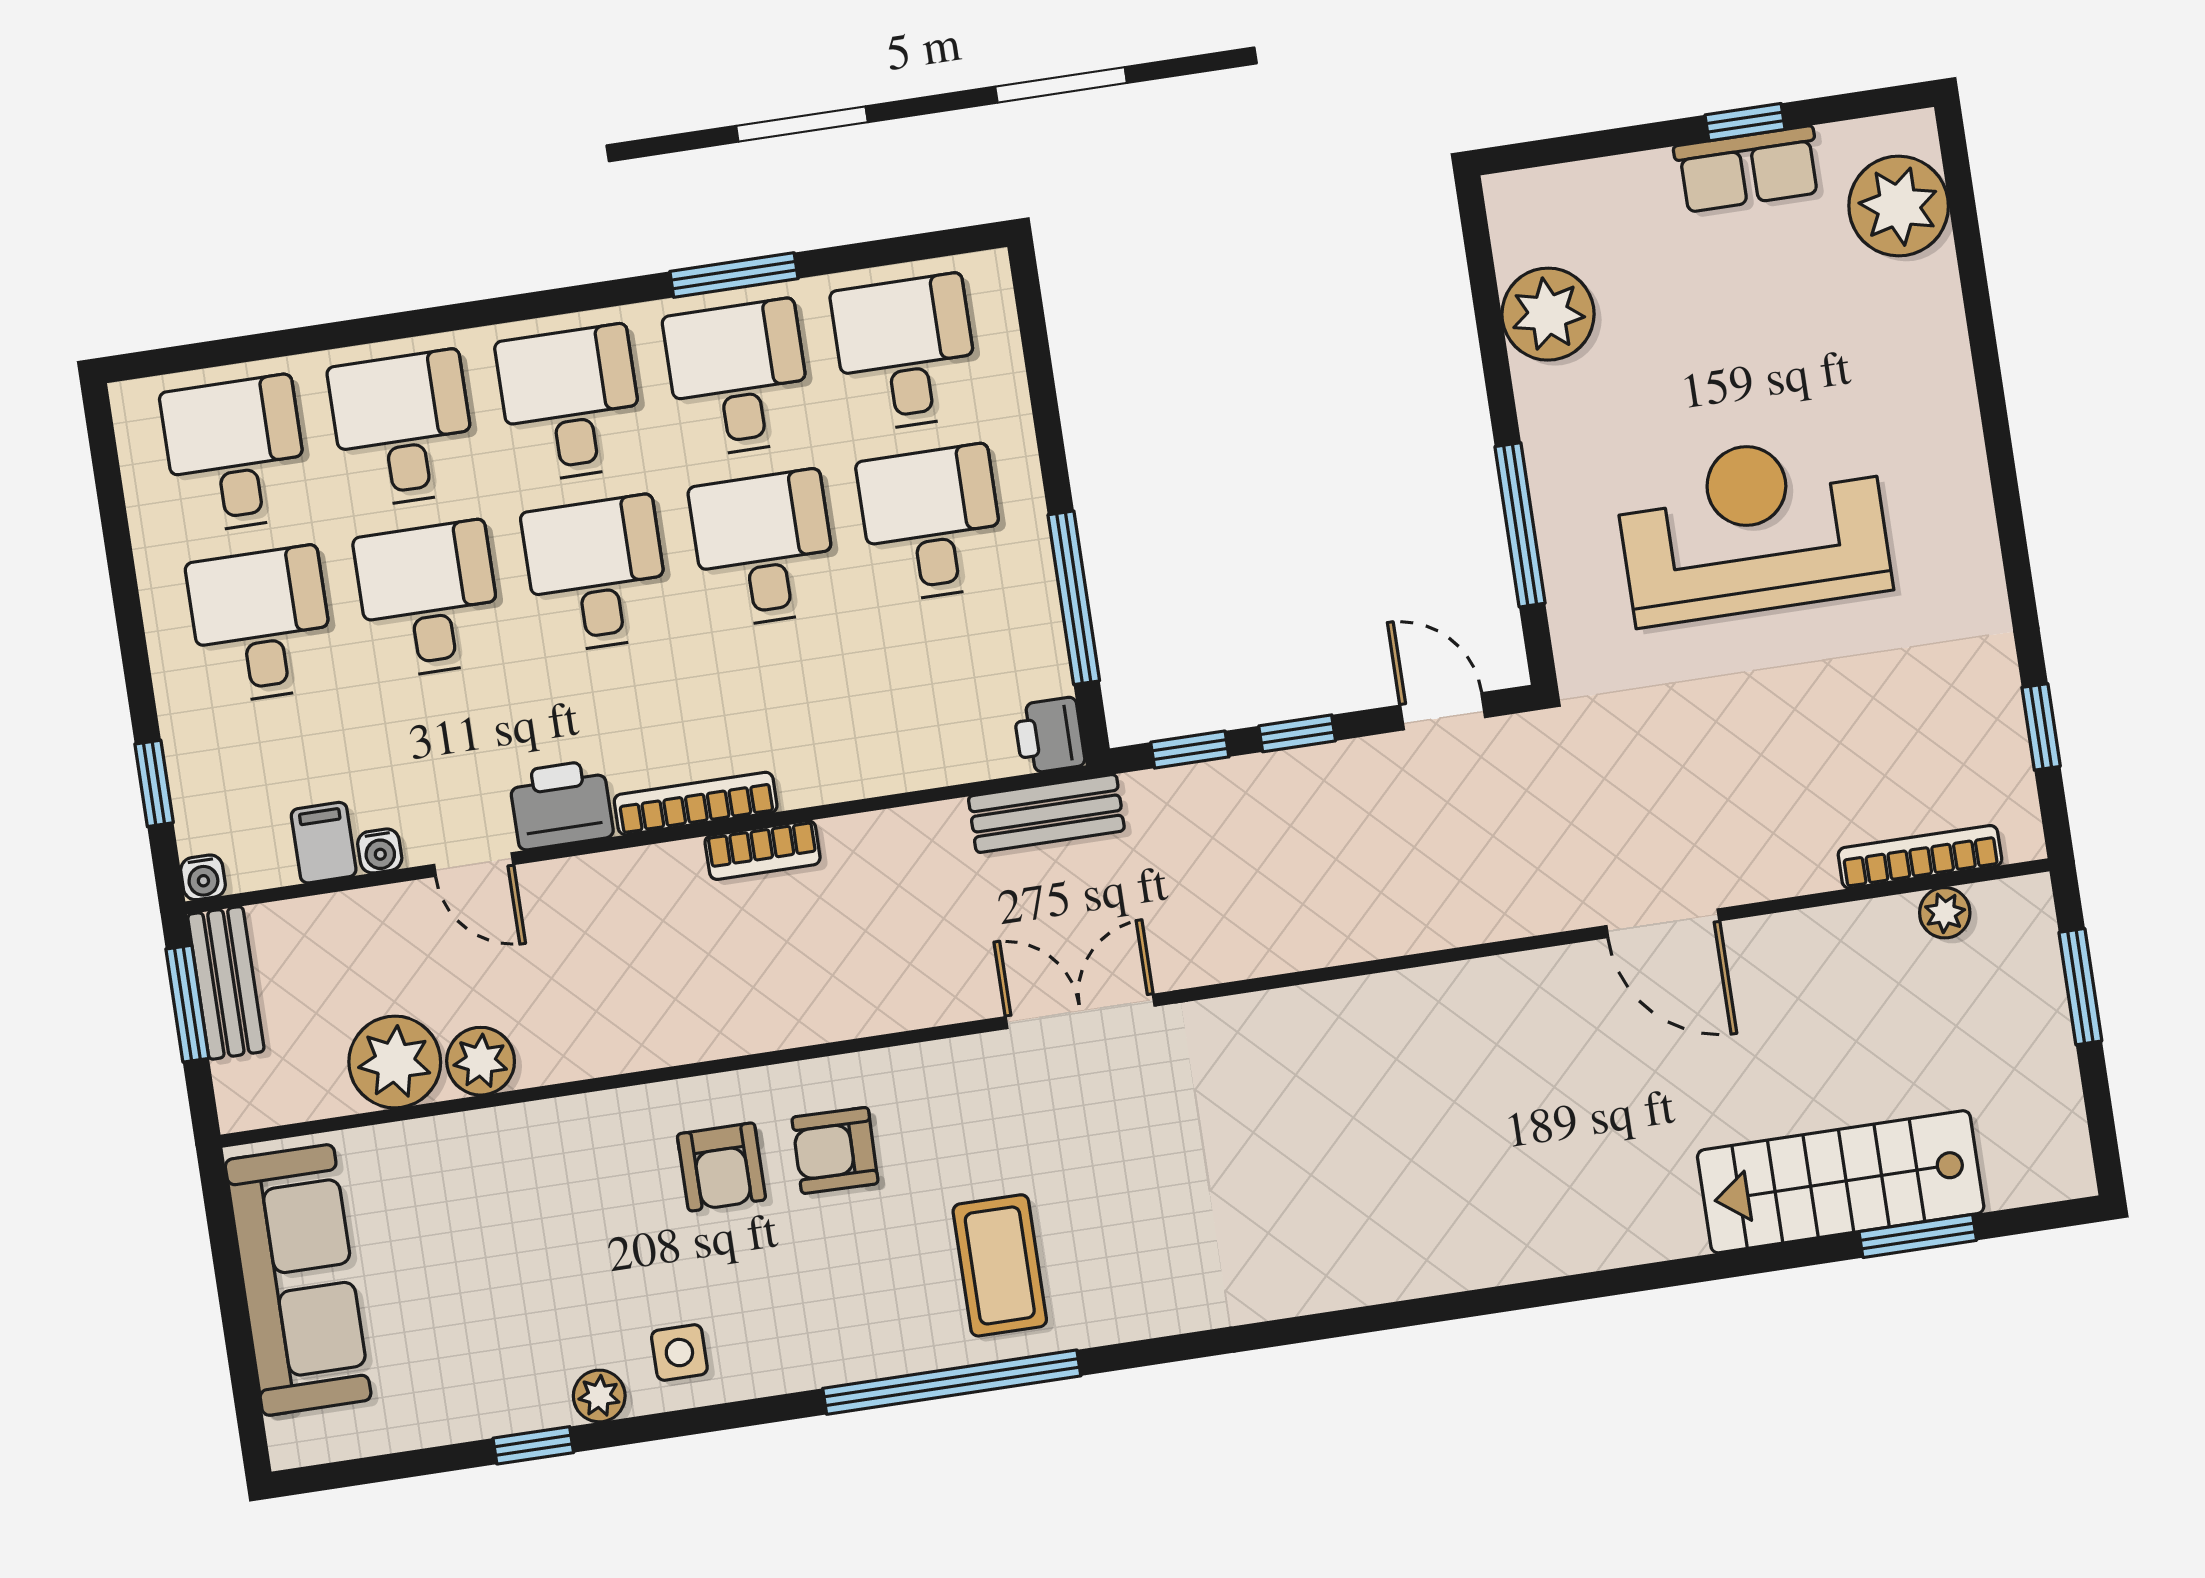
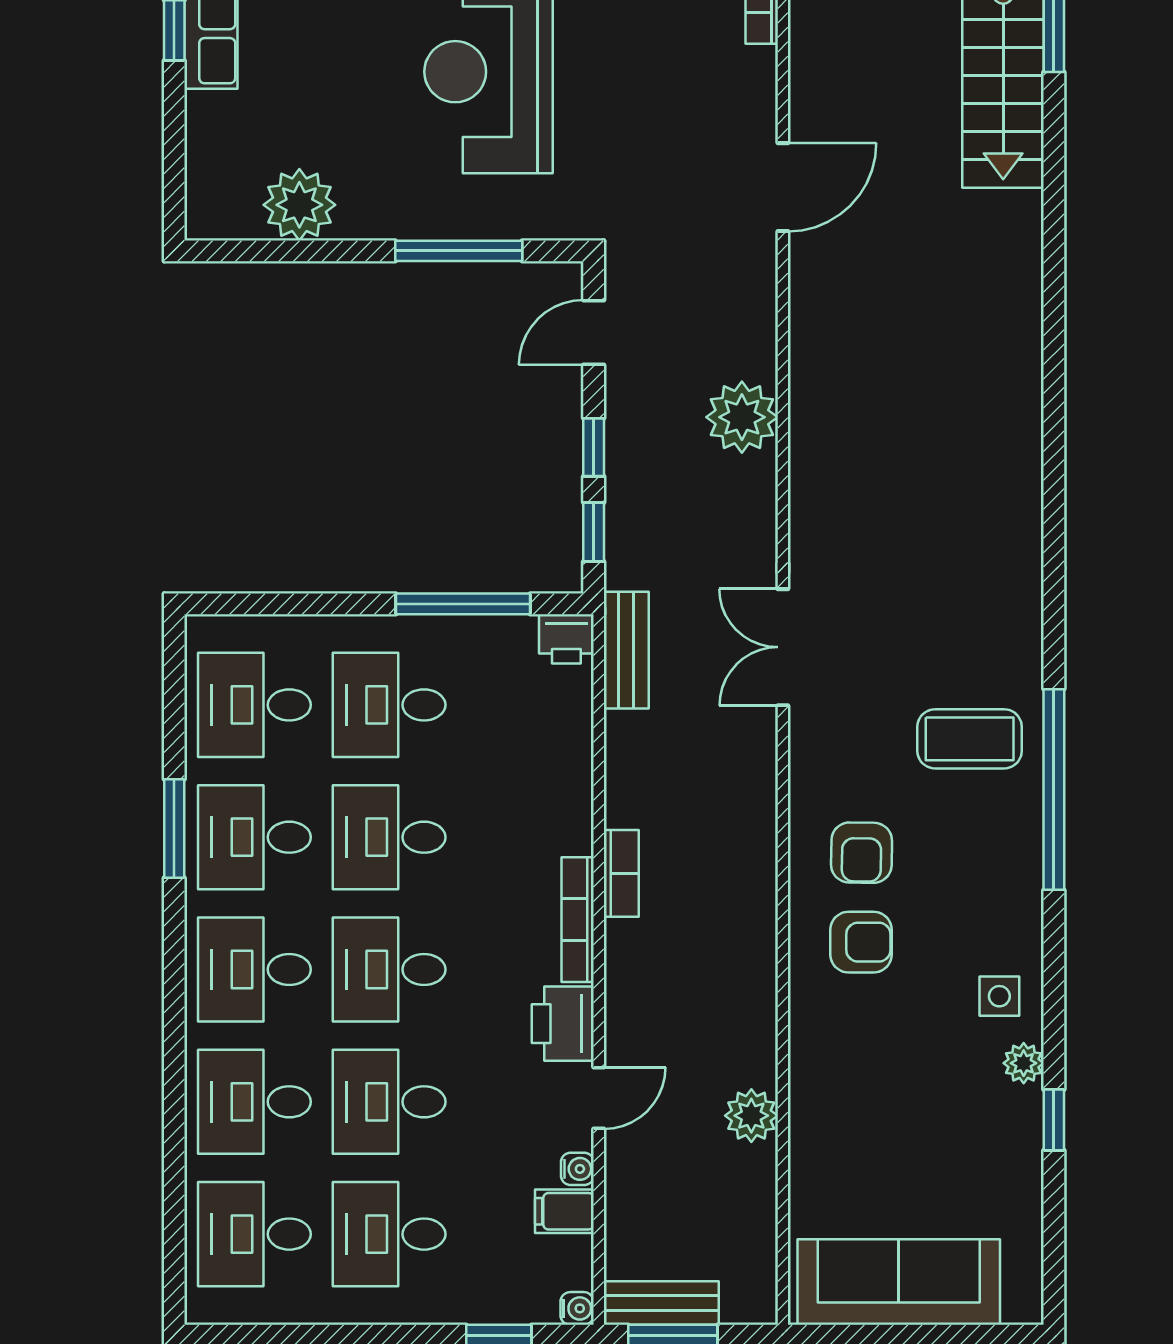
plant: (395, 1062) -> (742, 417), moved

